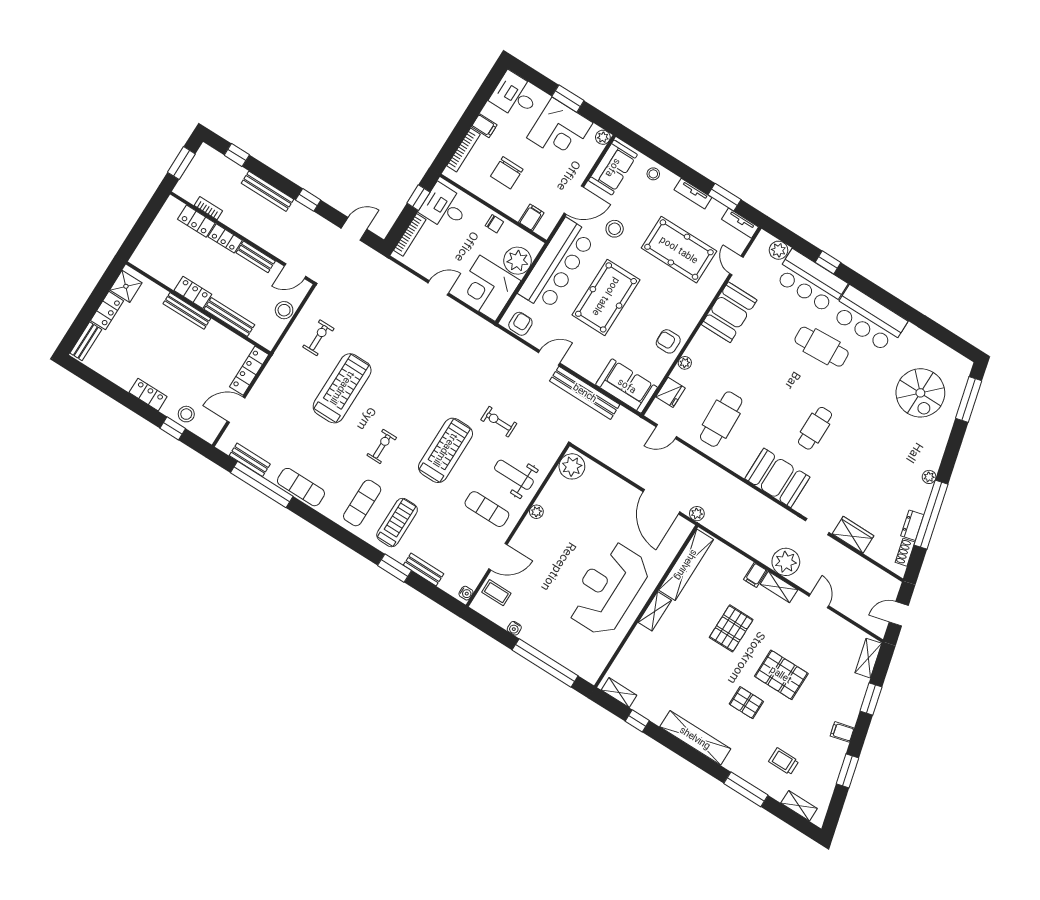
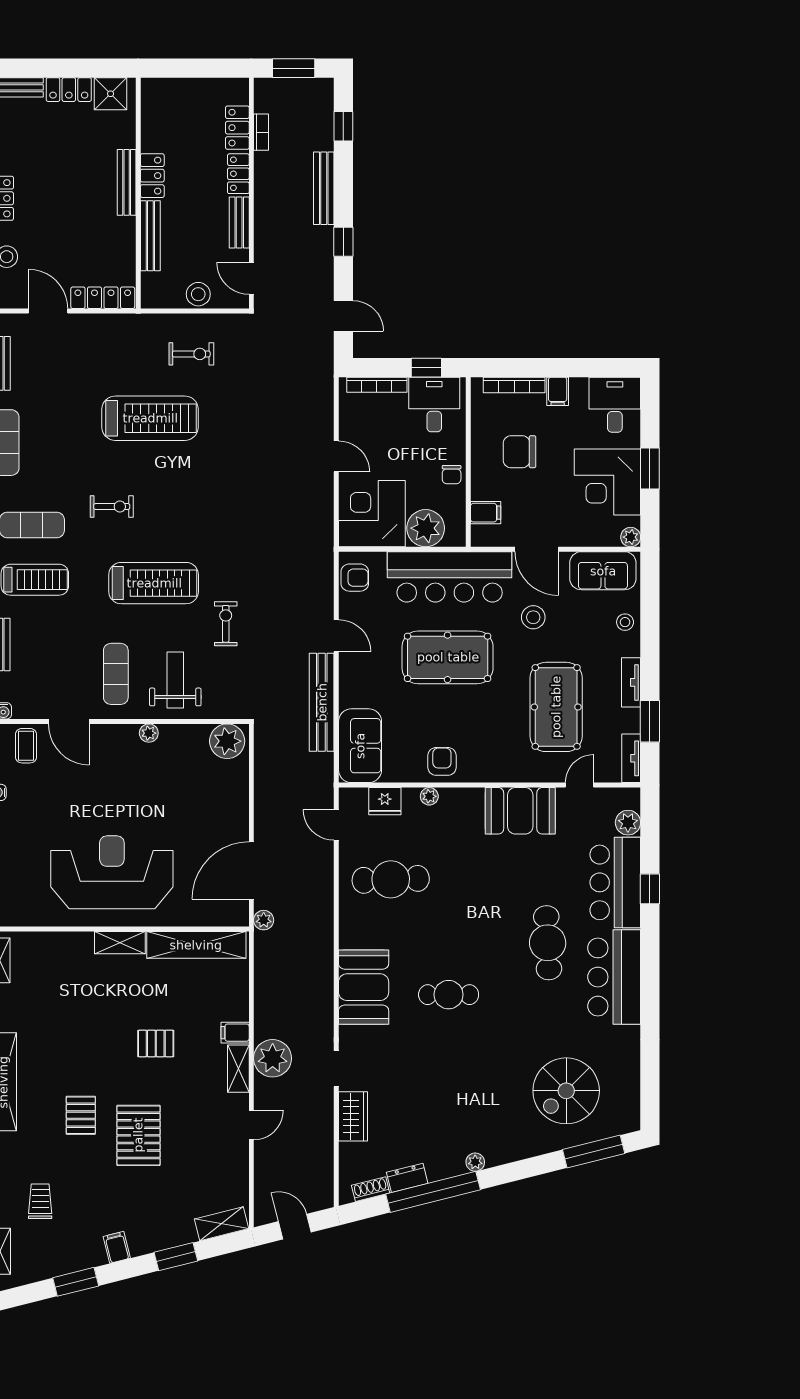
pallet: (731, 628) -> (156, 1043), width x0.67, depth x0.71

